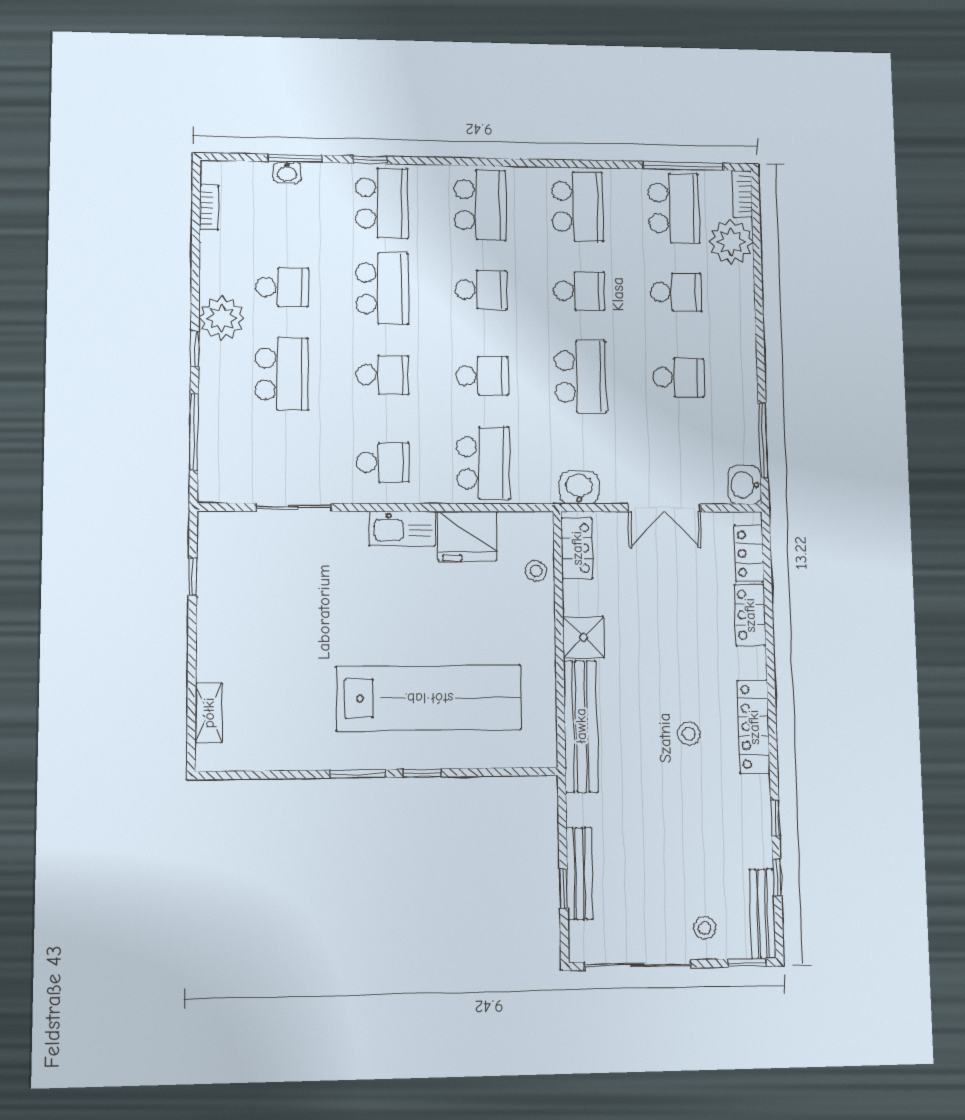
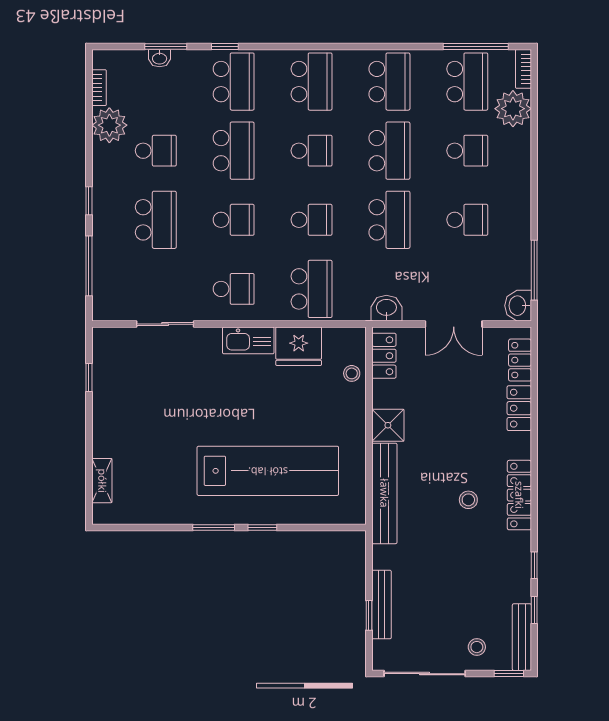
school desk: (579, 291) -> (389, 151), width x1.85
plant: (222, 318) -> (109, 125), moved

